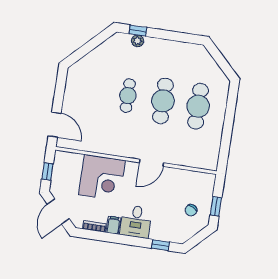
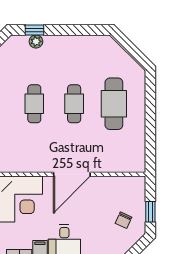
cafe table: (163, 101) -> (74, 104), width x0.73, depth x0.74
door: (152, 163) -> (72, 174), width x1.36

